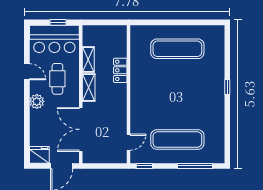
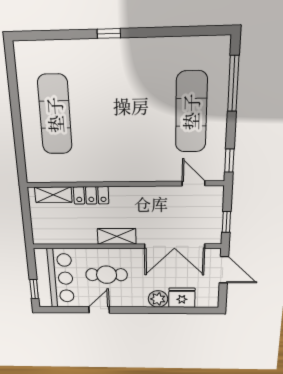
window: (58, 22) -> (34, 289), moved
shelving: (88, 60) -> (53, 195), moved
plant: (37, 101) -> (158, 299), moved
fridge: (39, 155) -> (182, 298), moved, turned 90
window: (100, 166) -> (226, 222), added

